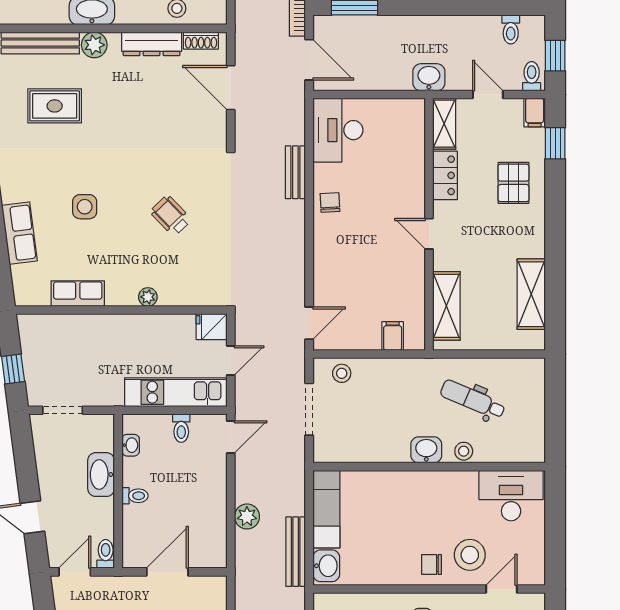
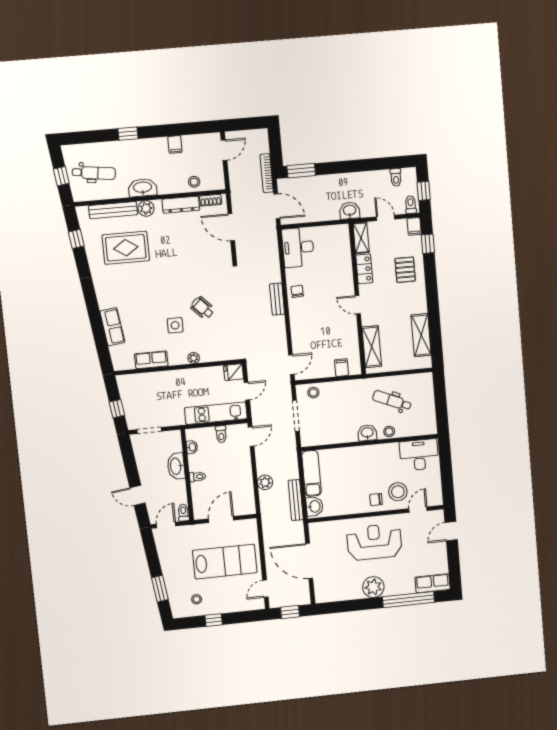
rug: (55, 106) -> (126, 248), width x1.36, depth x1.43
bench: (295, 172) -> (277, 299), moved
side table: (85, 207) -> (175, 325), moved

